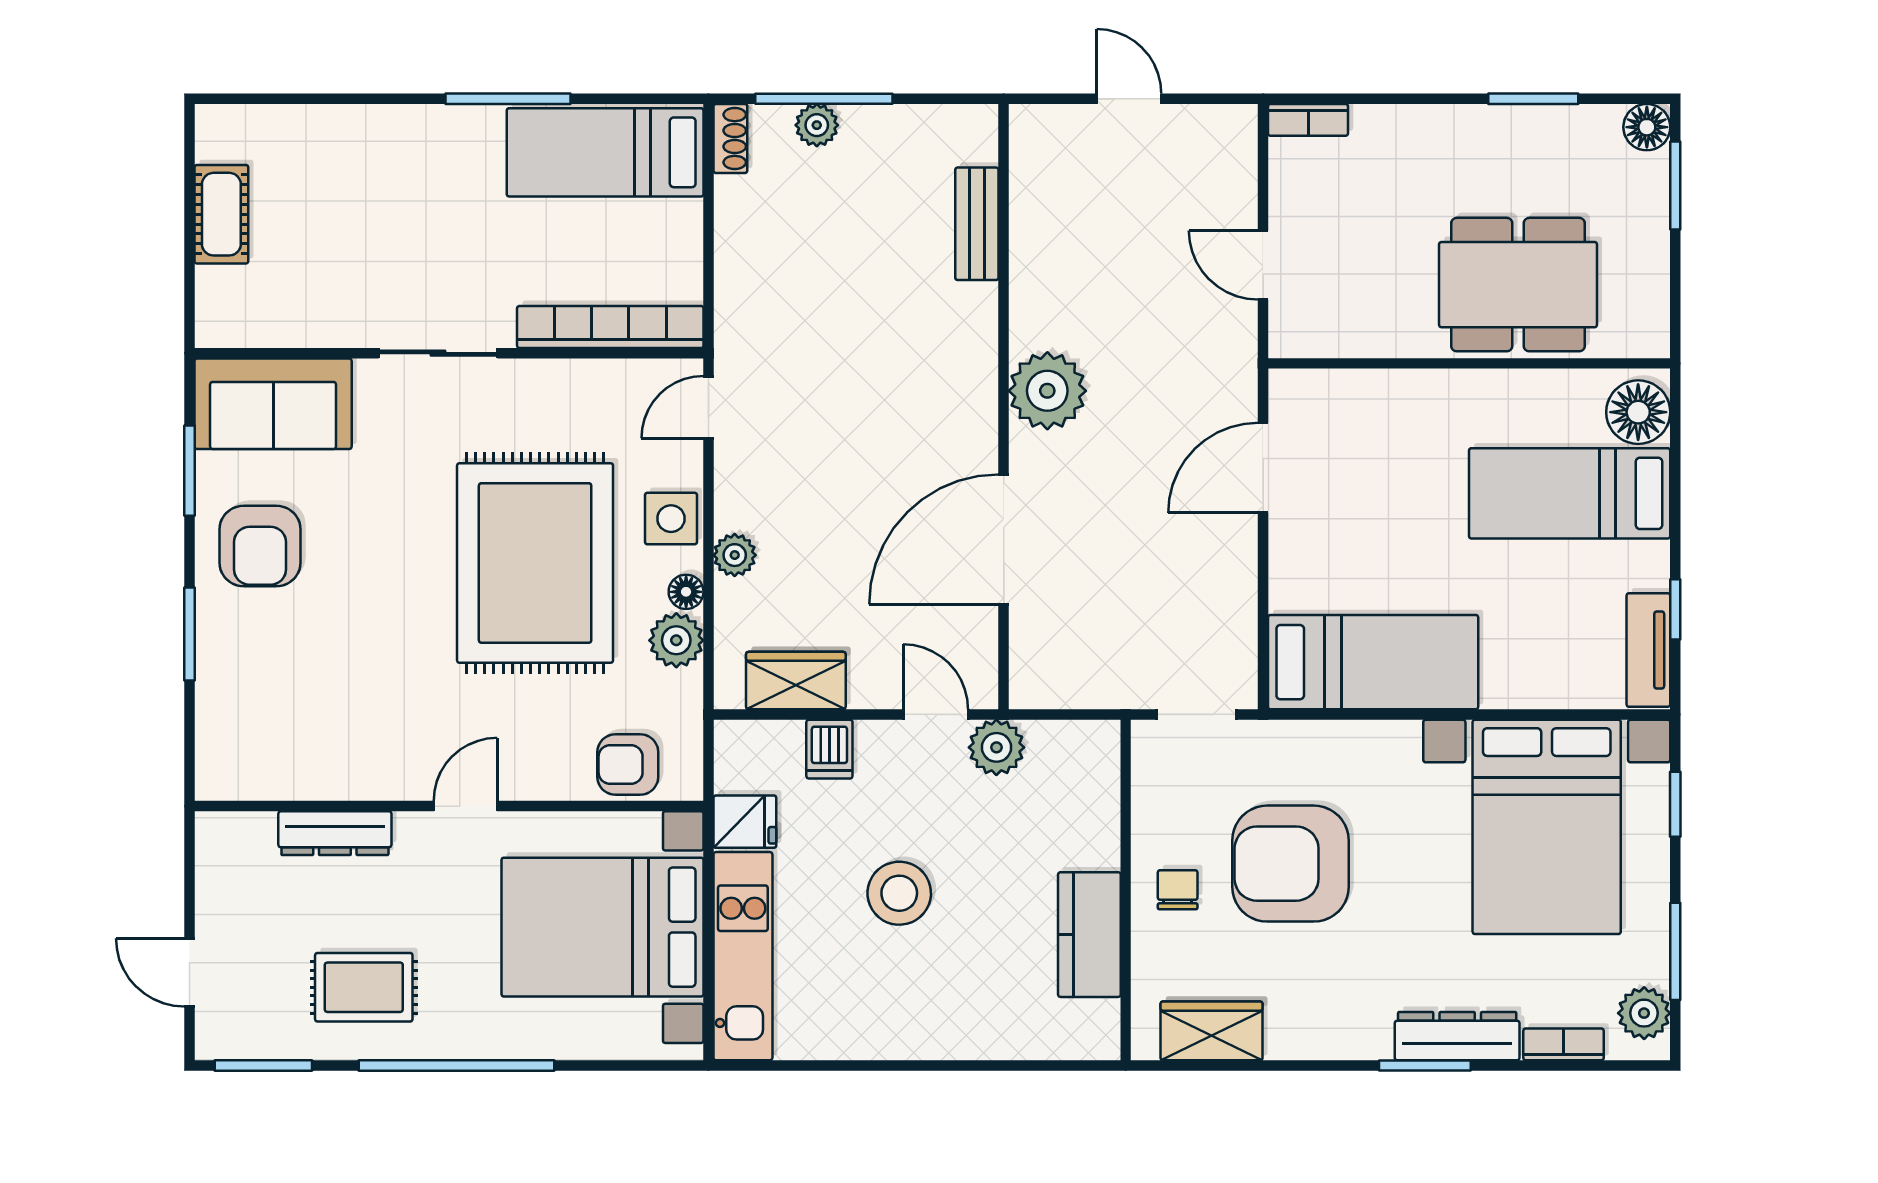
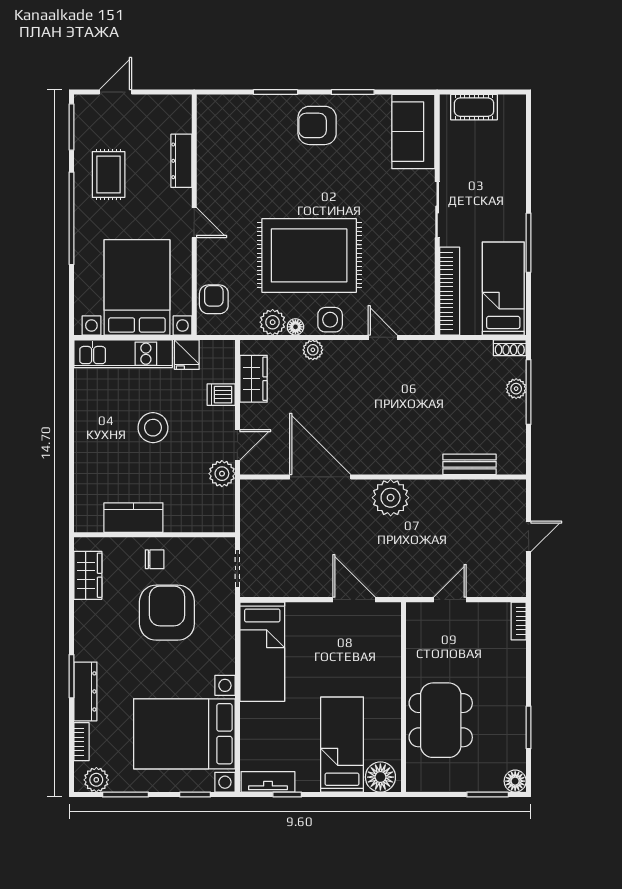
bookcase: (610, 327) -> (450, 291), moved
sliding door: (438, 353) -> (437, 210), moved
wall: (449, 353) -> (437, 215), moved
sofa: (273, 404) -> (413, 132), moved

